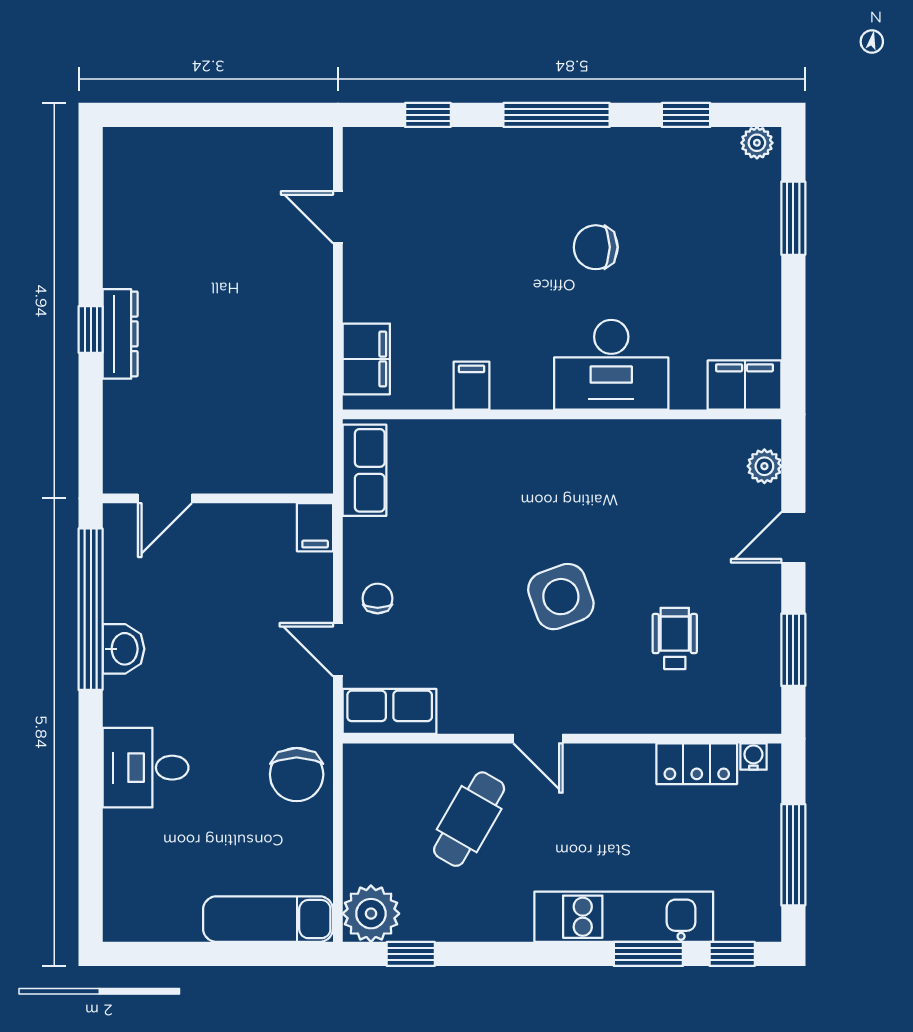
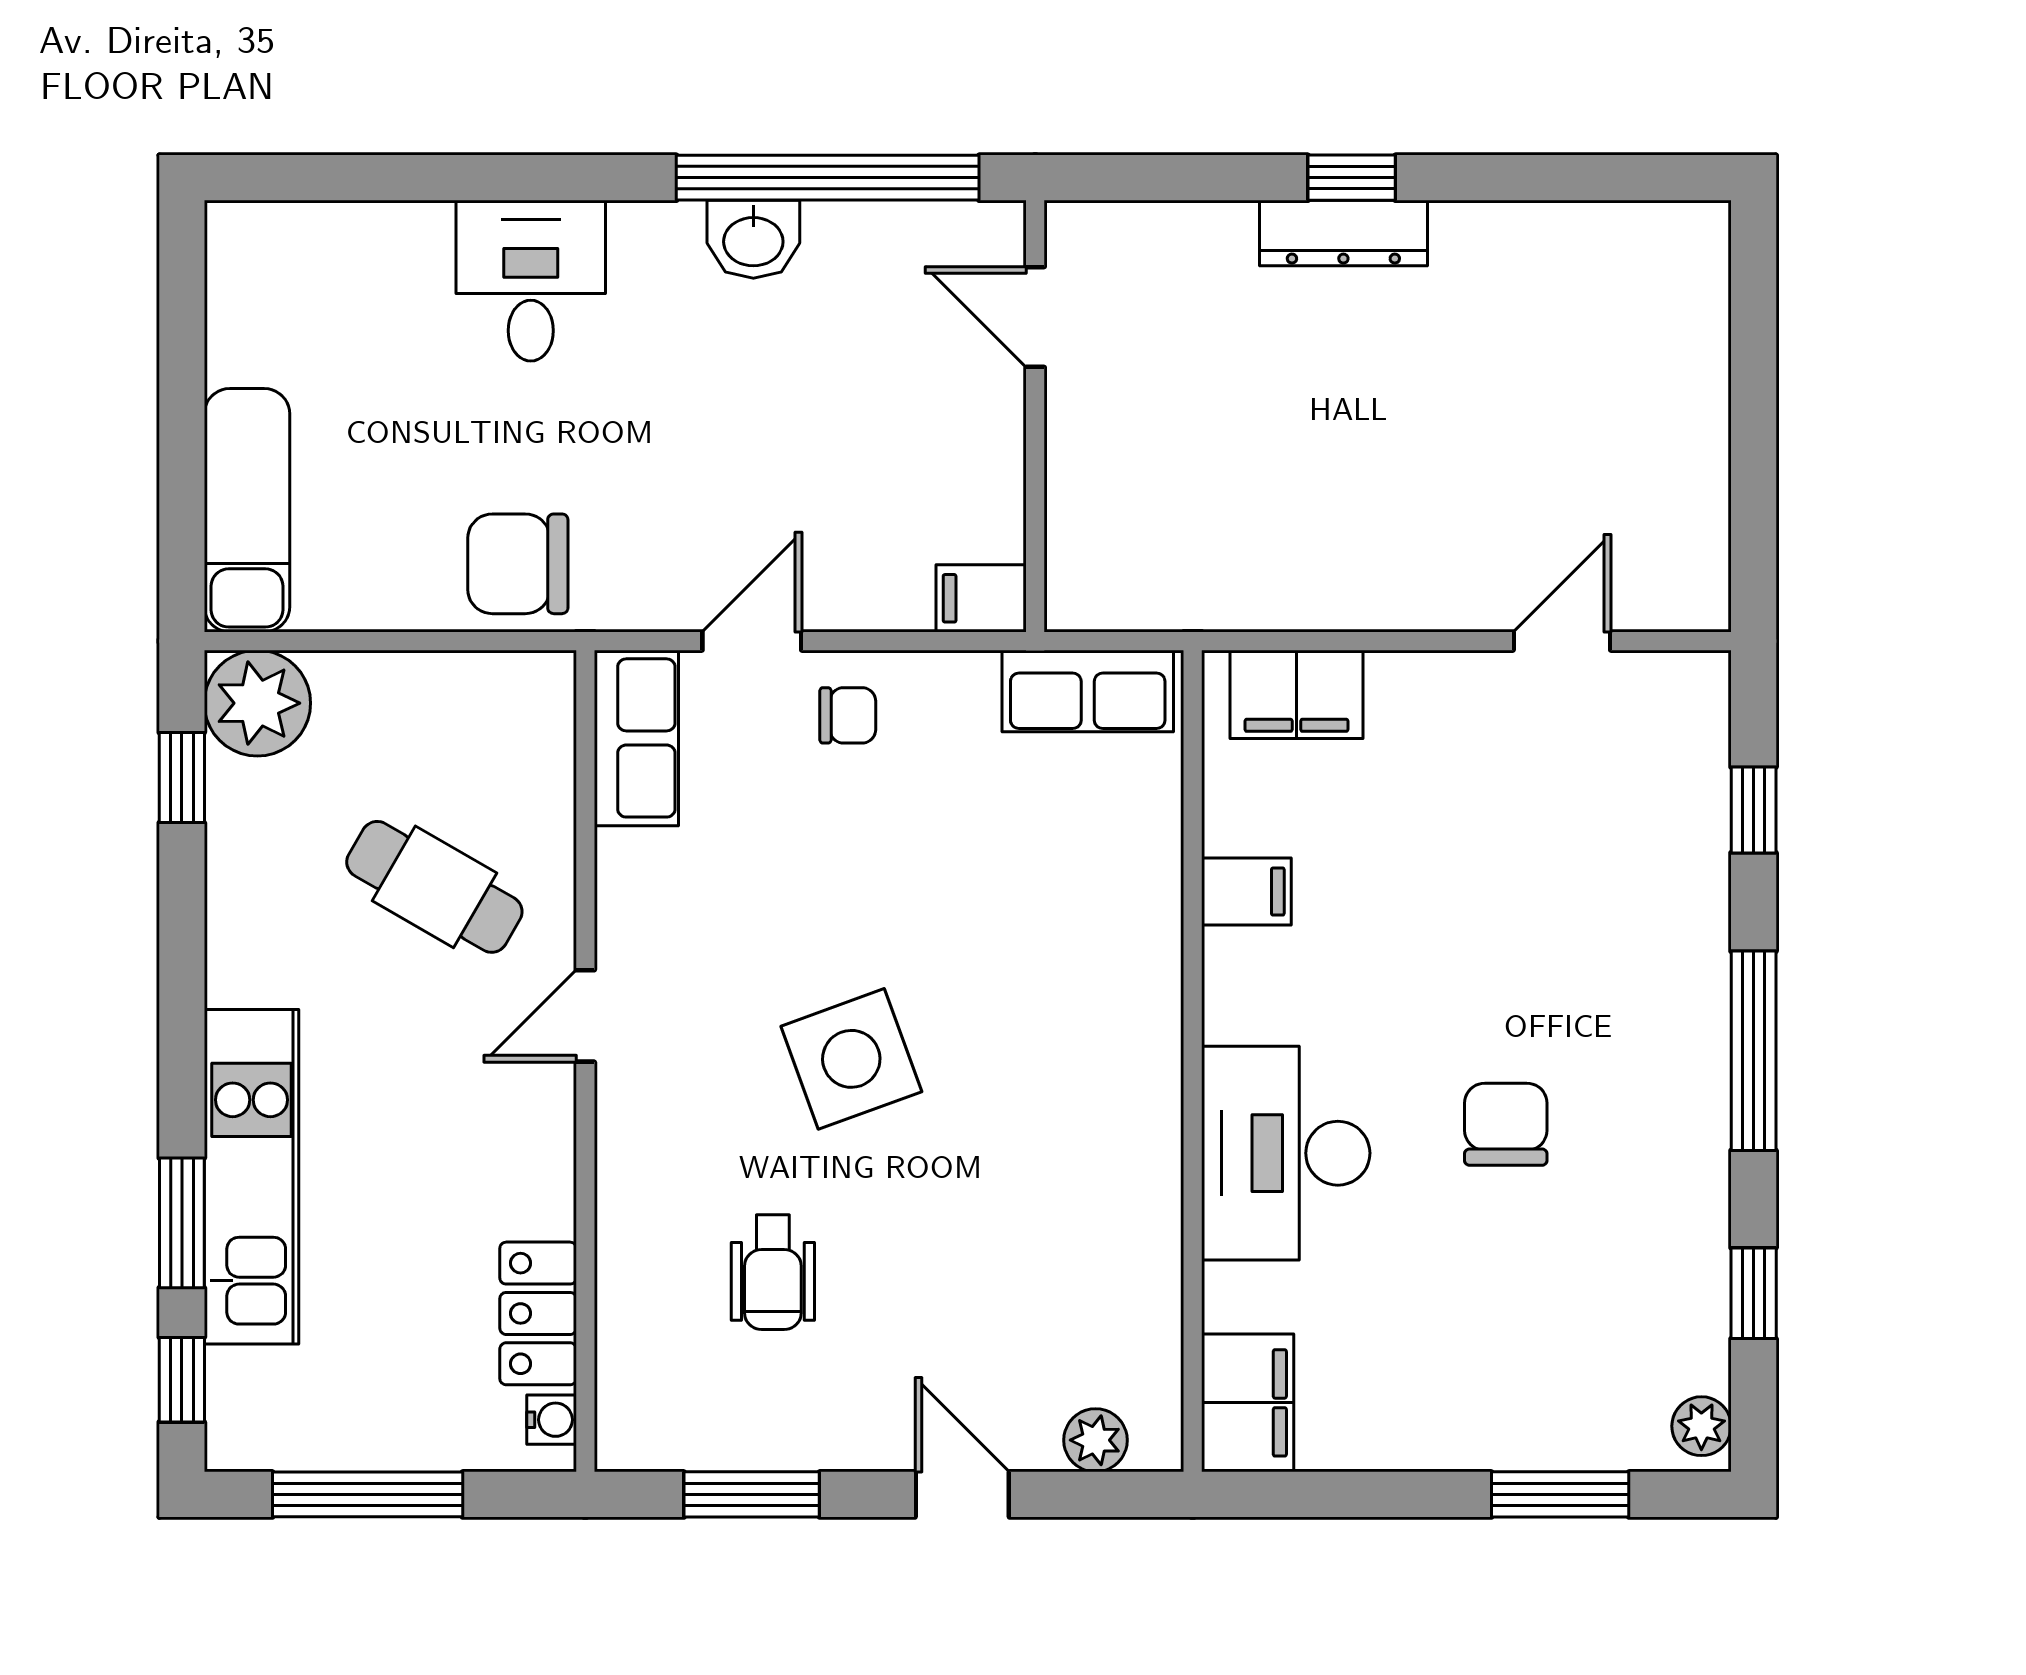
wheelchair: (675, 638) -> (773, 1272), turned 90

